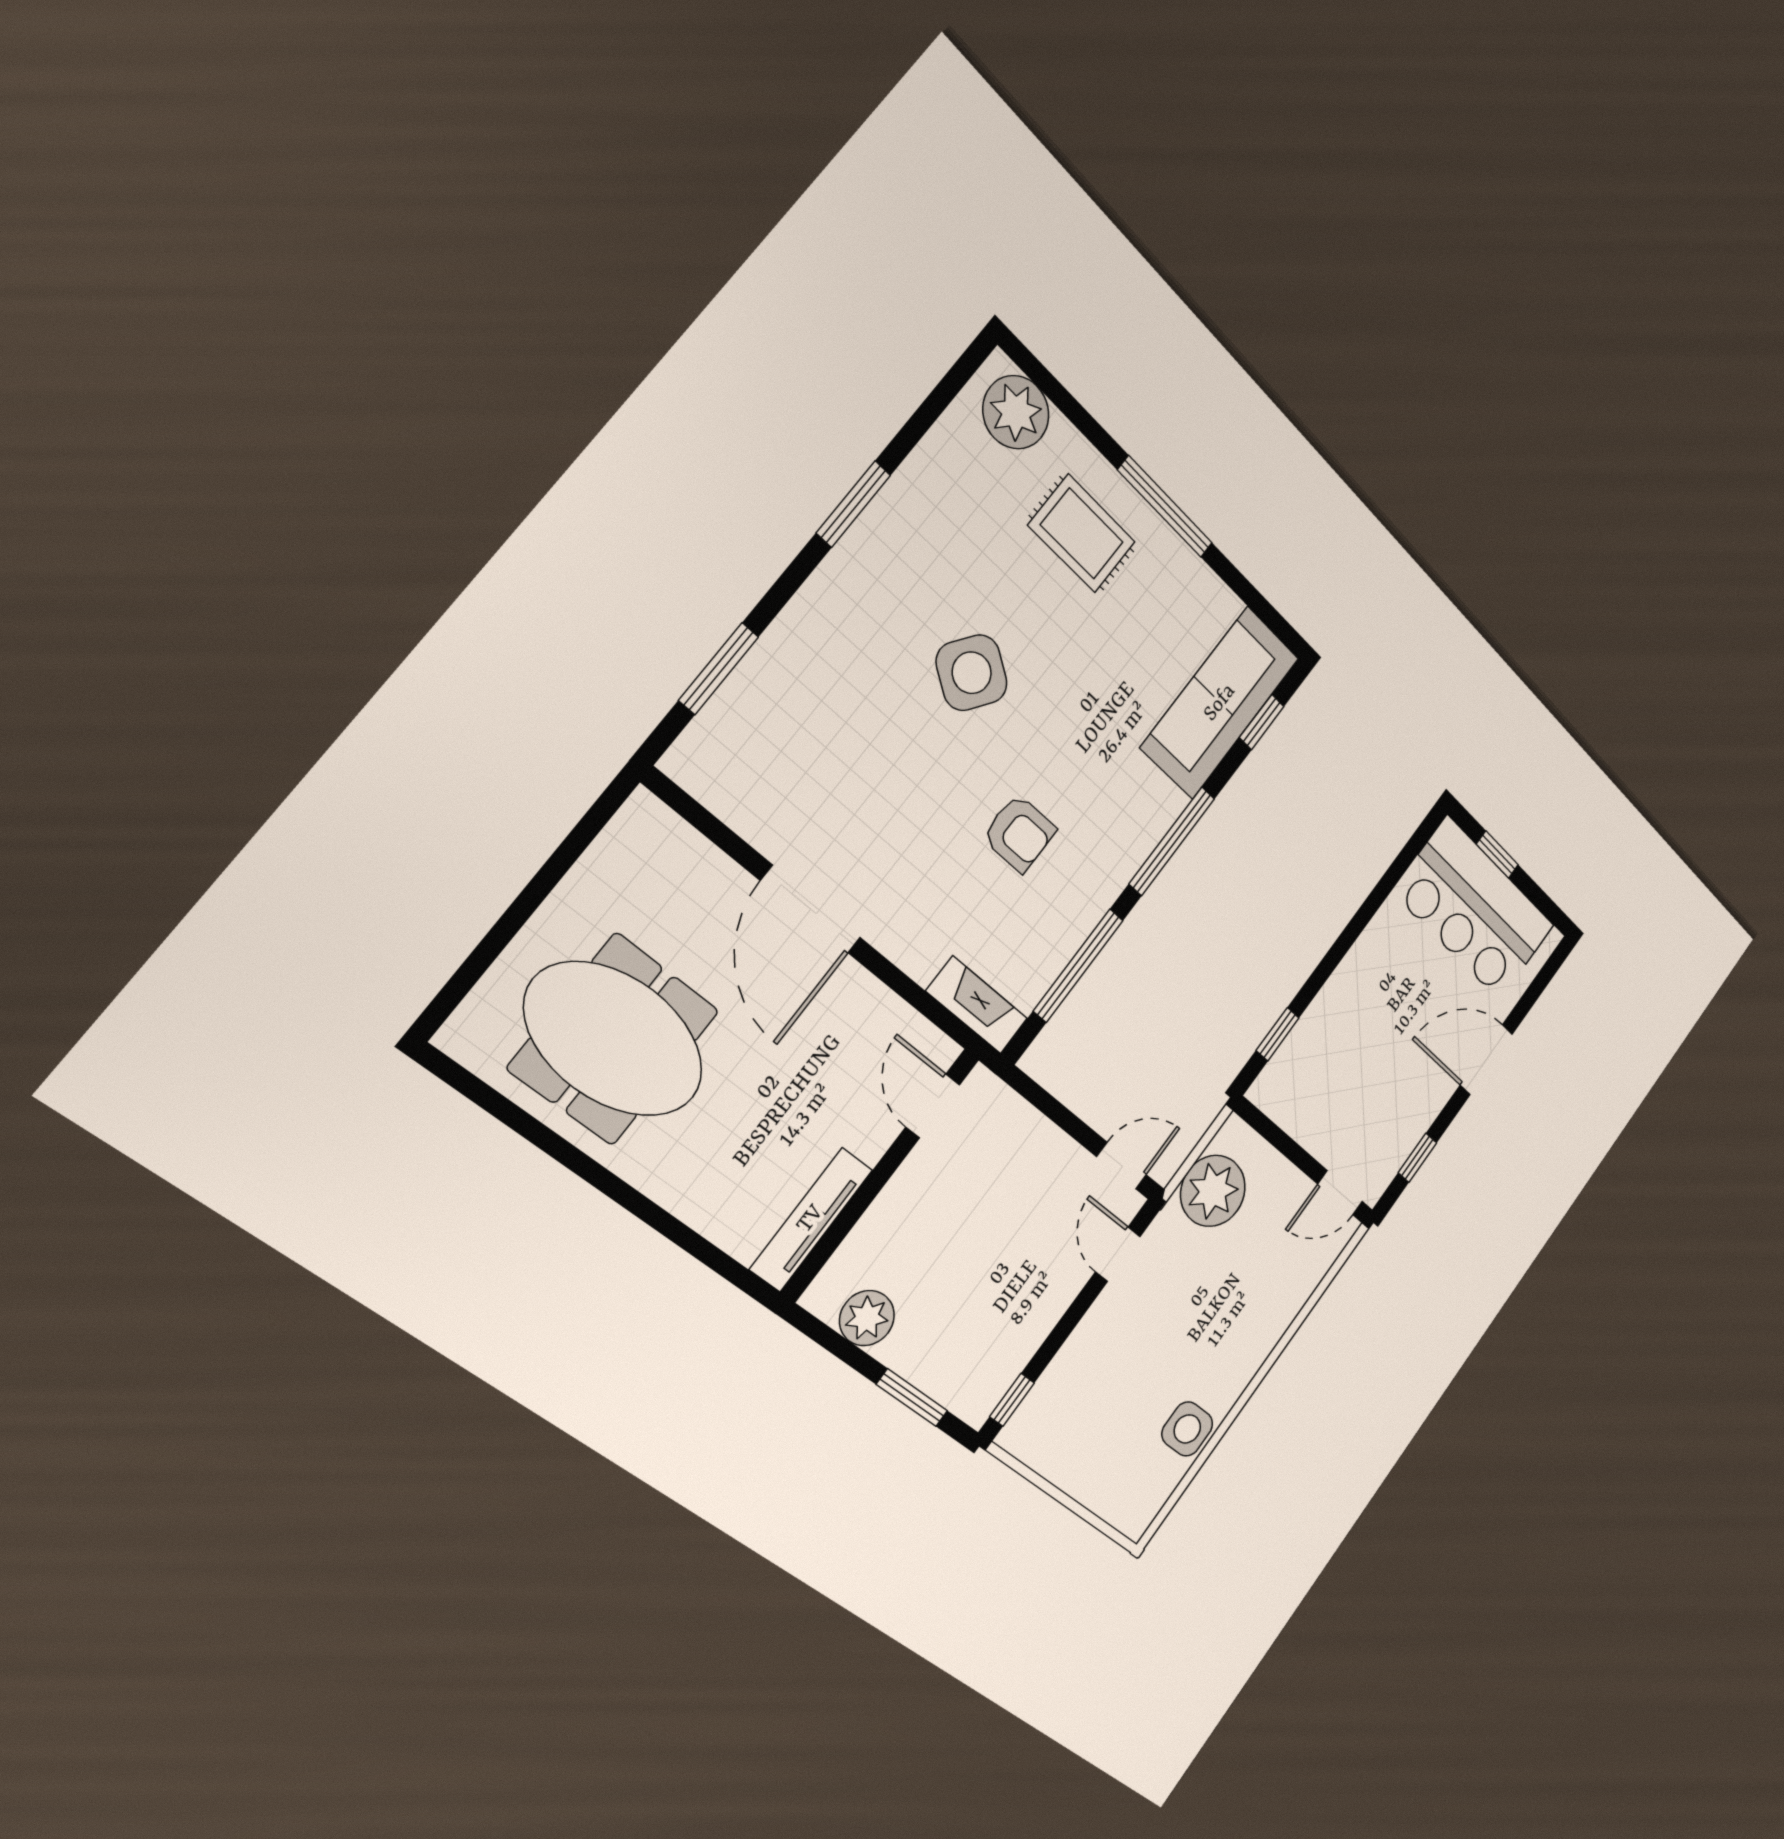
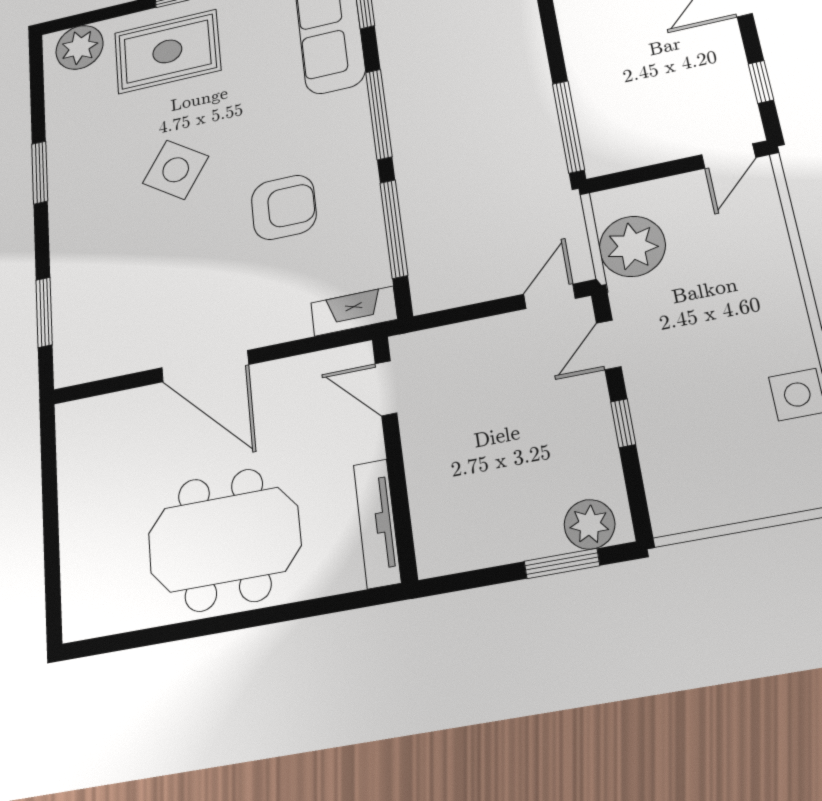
rug: (1082, 534) -> (167, 51), width x1.36, depth x1.43
armchair: (1019, 833) -> (284, 207), width x1.38, depth x1.38
window: (1278, 1034) -> (568, 127), width x2.17
meeting table: (614, 1039) -> (224, 540), moved
door: (1118, 1254) -> (609, 345), hinge flipped
plant: (867, 1318) -> (590, 524), moved
window: (1012, 1400) -> (623, 423), moved

